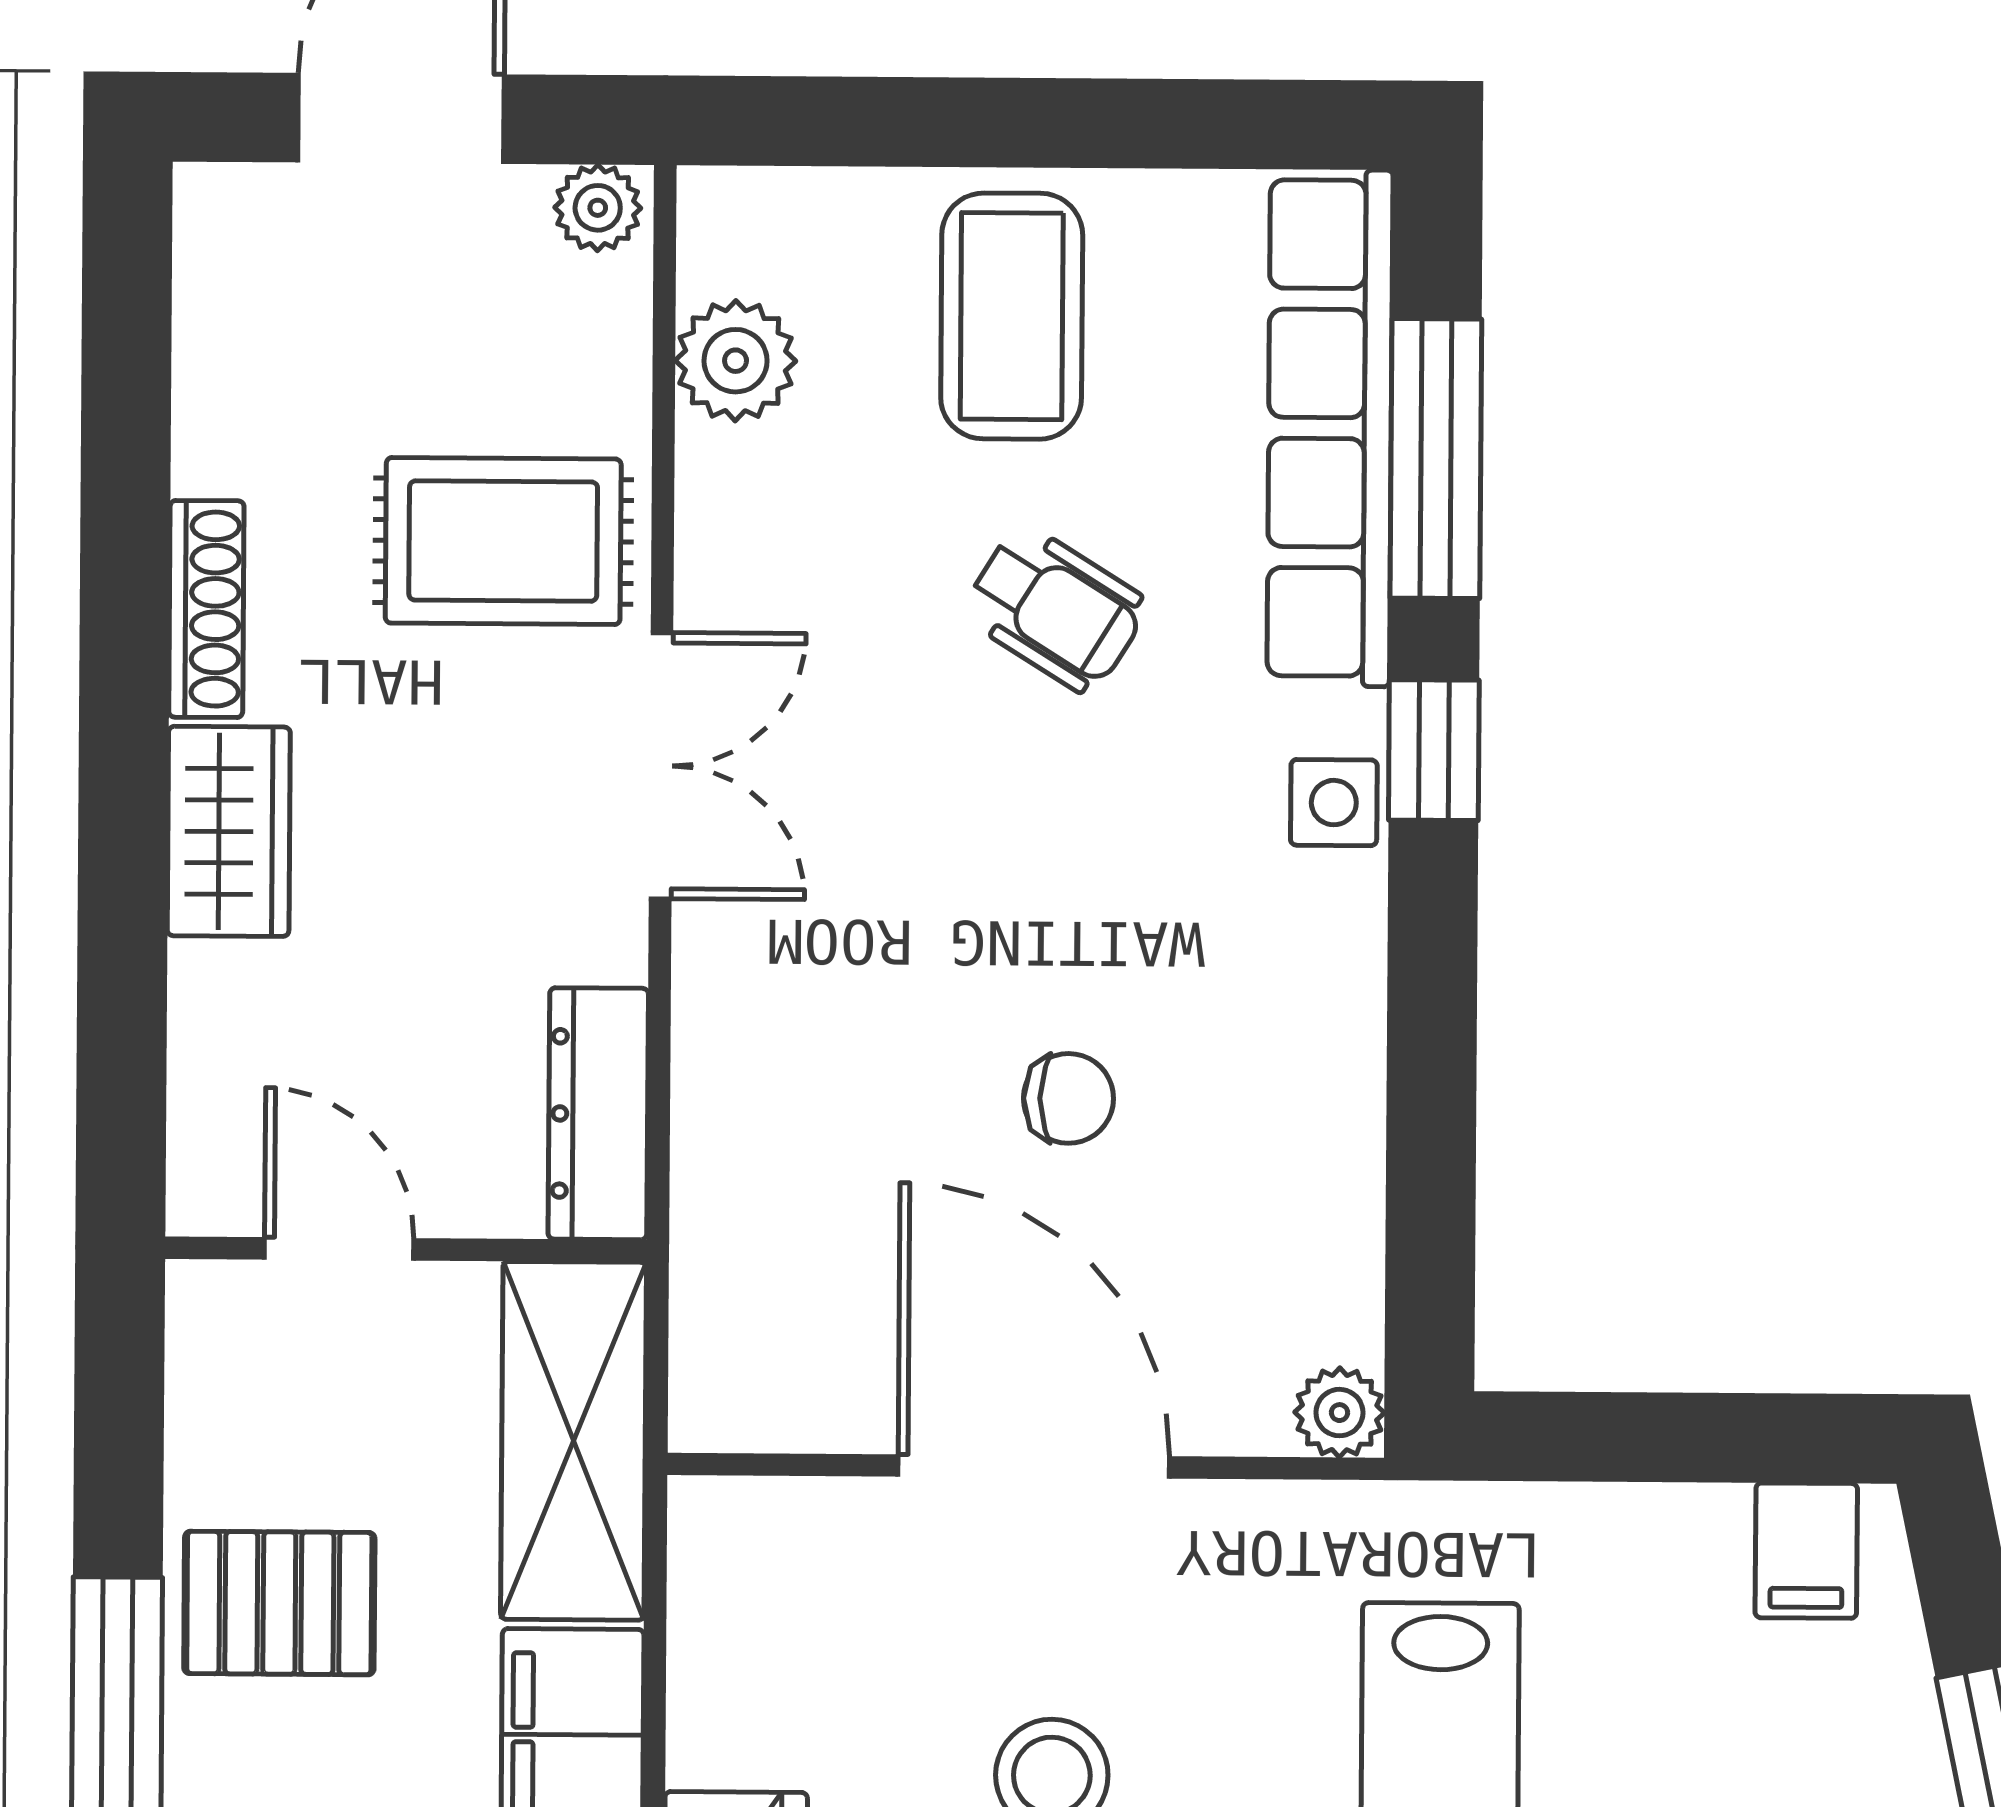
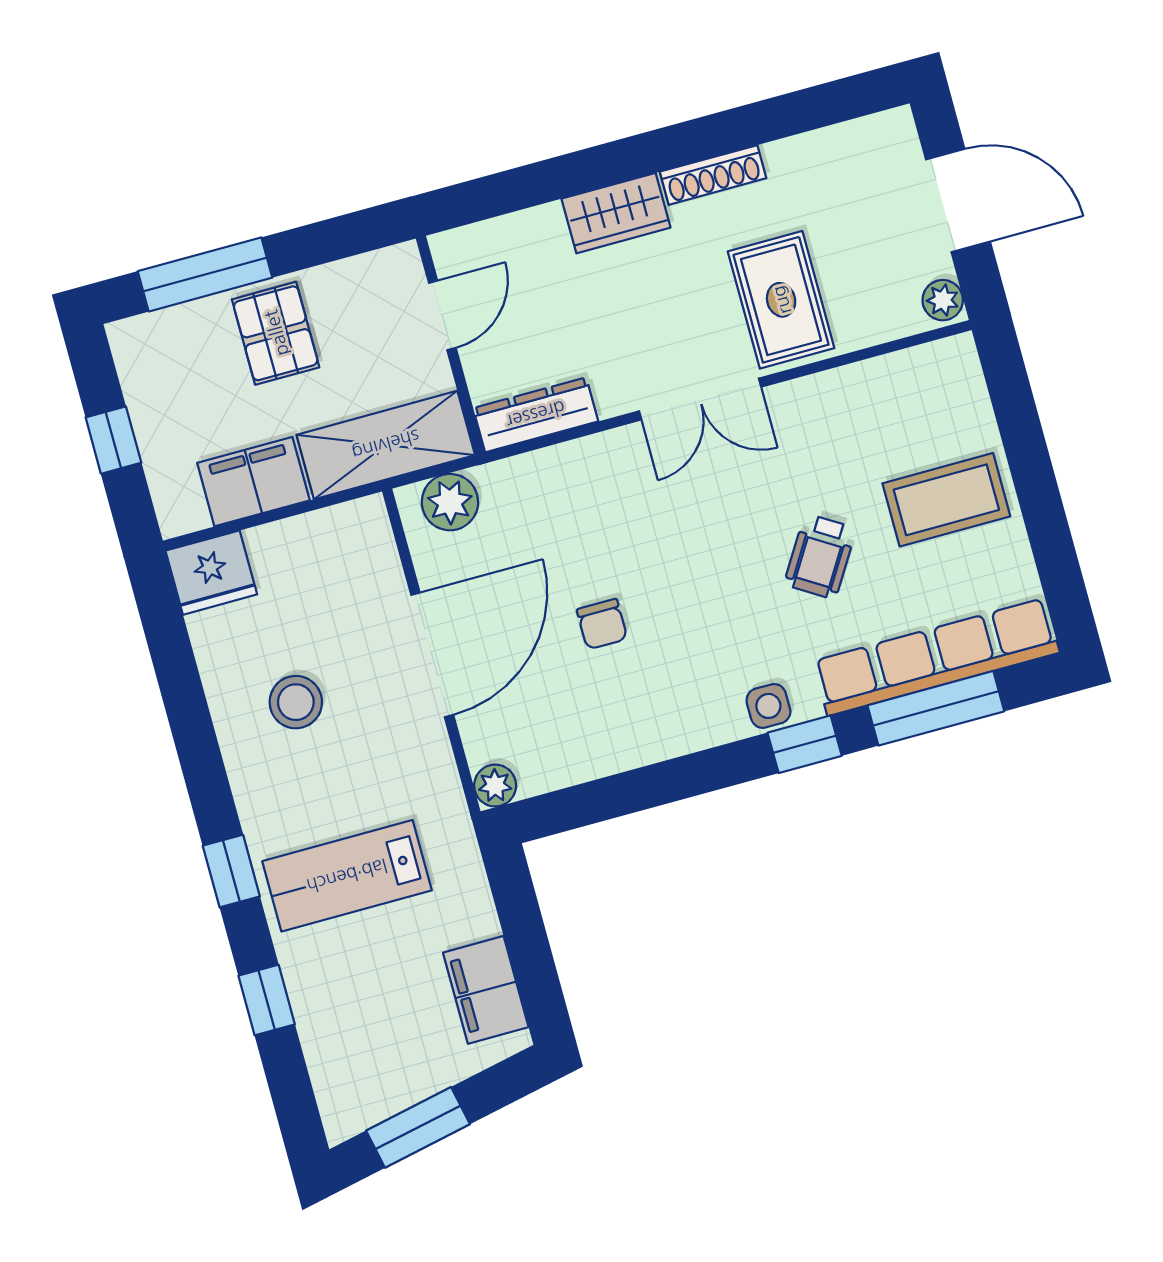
plant: (736, 361) -> (450, 502), moved
filing cabinet: (1806, 1551) -> (486, 990), width x2.00

